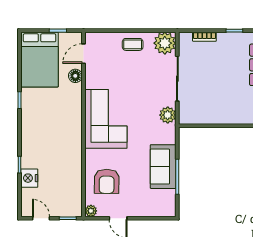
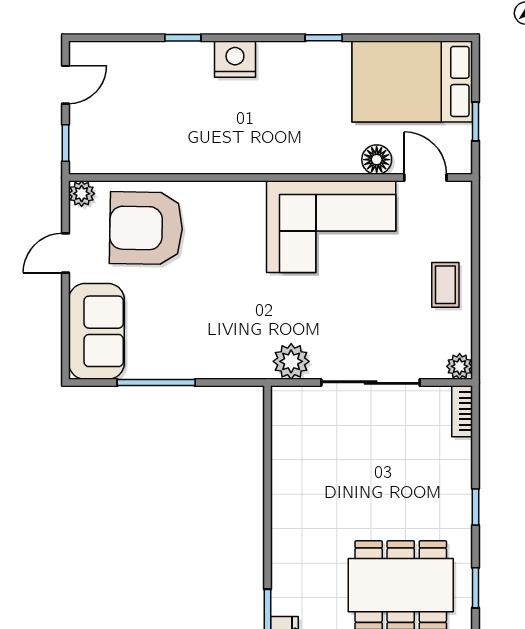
bookcase: (204, 37) -> (462, 411), moved
plant: (165, 43) -> (460, 366), width x0.53, depth x0.53
corner sofa: (106, 119) -> (331, 227), moved
sofa: (163, 167) -> (96, 331), moved, turned 90
nightstand: (29, 178) -> (235, 59), moved
armchair: (107, 181) -> (146, 228), width x1.36, depth x1.36

